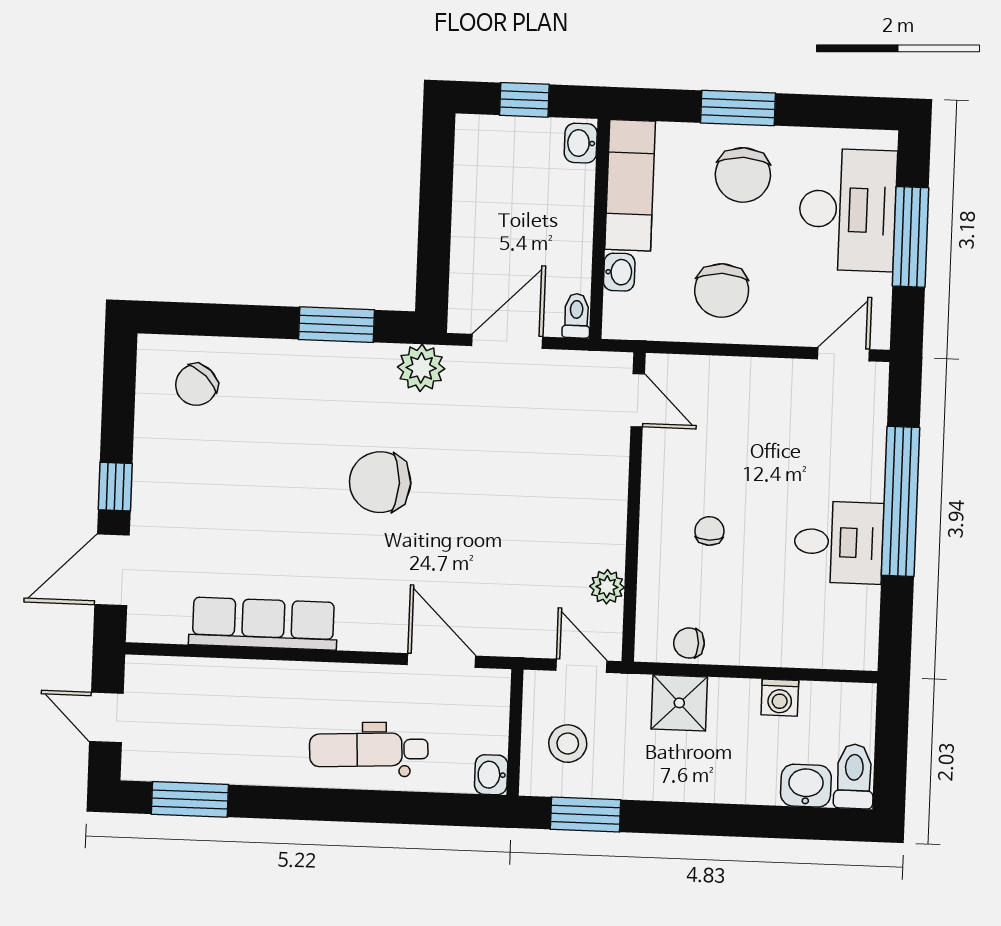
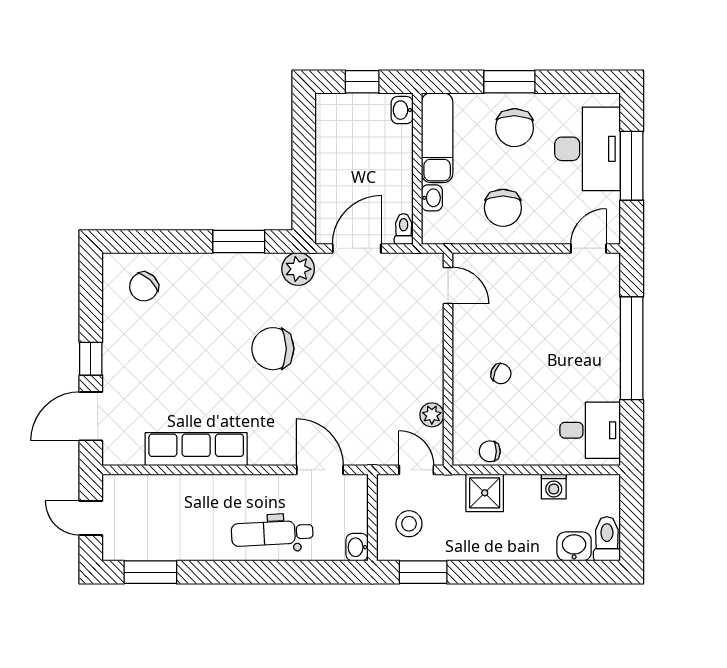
chair: (709, 531) -> (501, 374), turned 112
desk: (839, 542) -> (590, 430), moved

